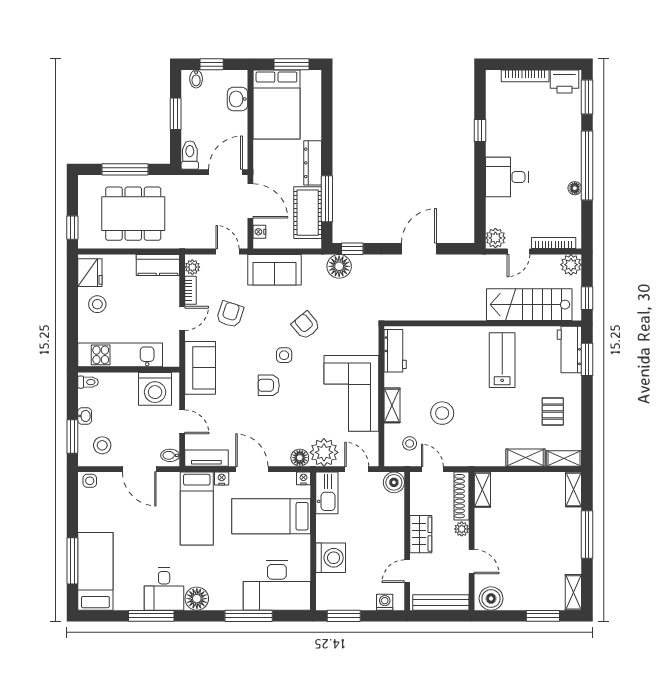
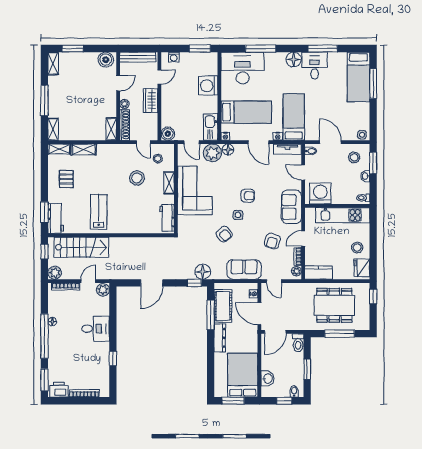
lab bench: (502, 360) -> (99, 212), turned 180
door: (472, 562) -> (118, 83), swing flipped

